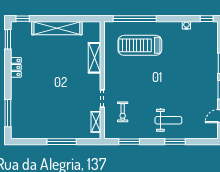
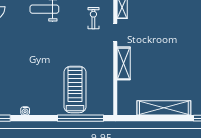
treadmill: (140, 45) -> (75, 89), turned -90
shelving: (95, 58) -> (124, 63), moved

